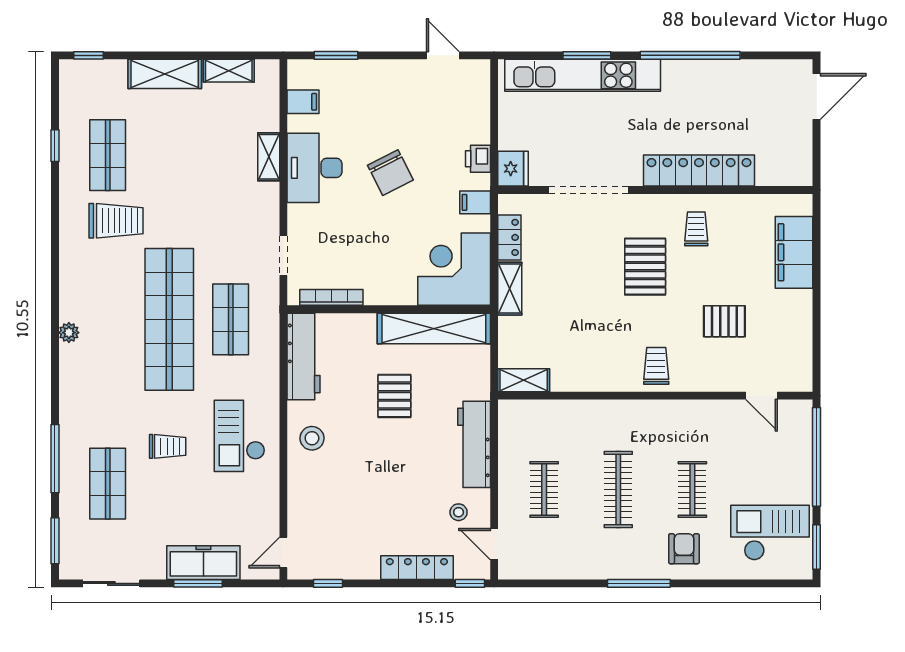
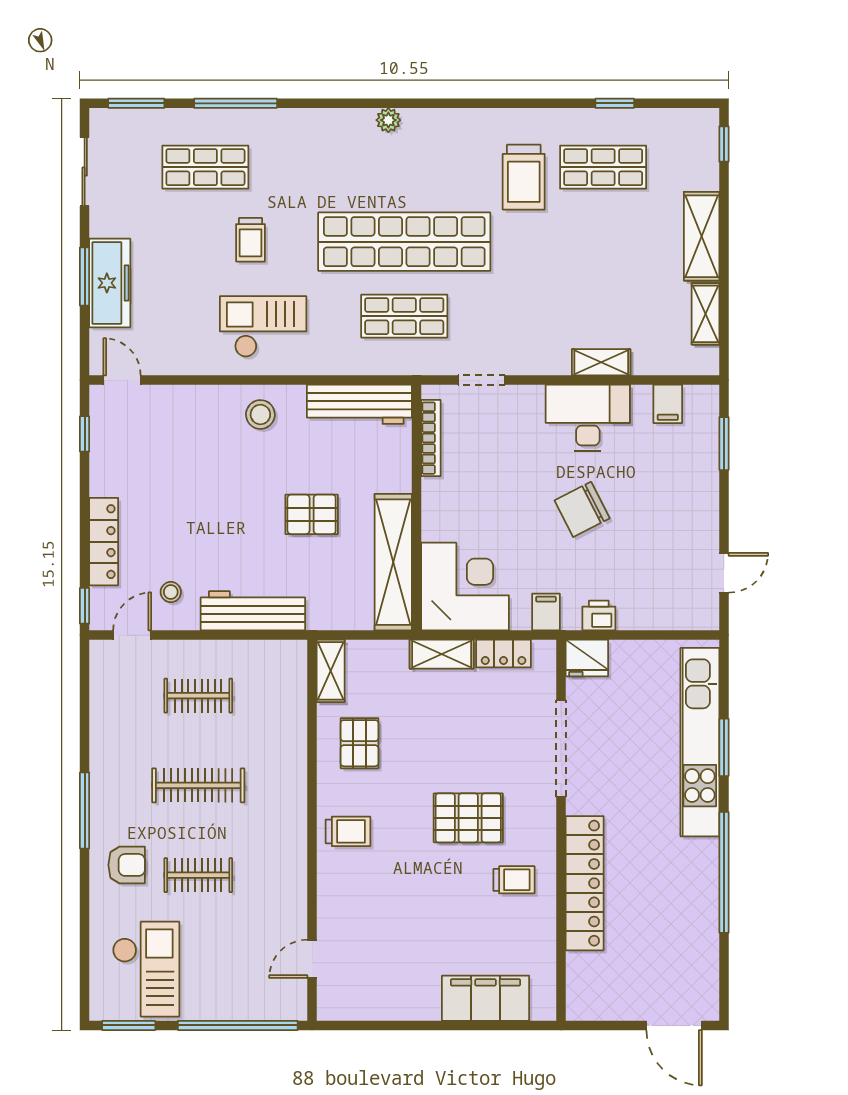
pallet: (724, 321) -> (359, 743), moved

